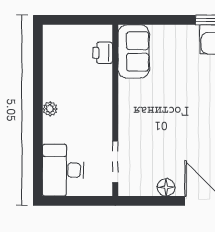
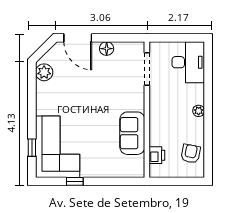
sofa: (134, 51) -> (132, 133), moved
armchair: (60, 55) -> (191, 154), added

